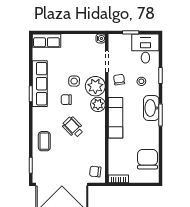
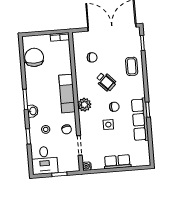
row of seats: (46, 41) -> (117, 162), moved
plant: (95, 86) -> (88, 121), removed
washbasin: (151, 108) -> (33, 111), width x0.52, depth x0.69
chair: (148, 159) -> (34, 57), turned 180
chair: (95, 172) -> (92, 57), moved

